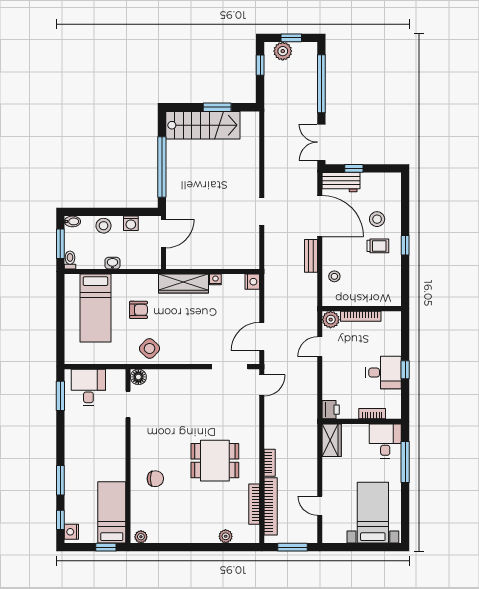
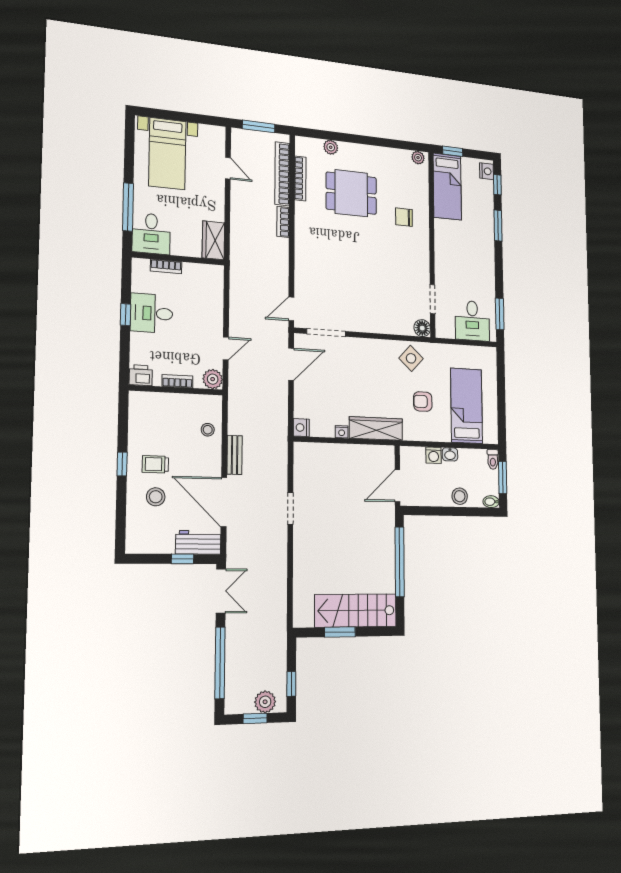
washing machine: (131, 223) -> (434, 455), moved, turned 180
bookcase: (361, 316) -> (177, 381), width x0.64
printer: (331, 410) -> (141, 375), moved, turned 90
dining table: (215, 461) -> (351, 193), moved

